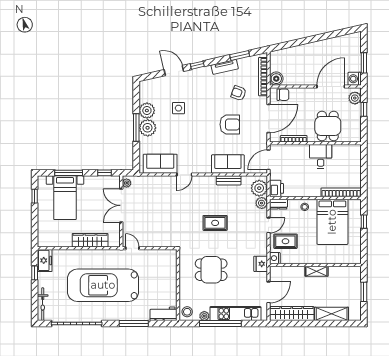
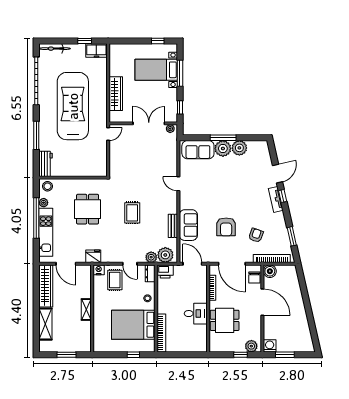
tv unit: (225, 67) -> (276, 199), moved
door: (331, 86) -> (262, 302), moved
side table: (178, 108) -> (242, 178), removed
sofa: (160, 164) -> (198, 150), moved, turned 90

